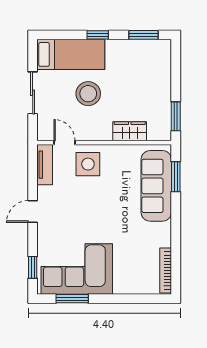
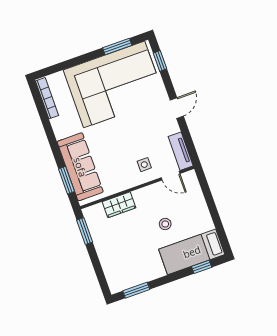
window: (98, 35) -> (202, 267), moved
sliding door: (33, 93) -> (212, 208), removed
stool: (88, 94) -> (165, 224), width x0.53, depth x0.53
side table: (88, 164) -> (144, 165), width x0.54, depth x0.54
corner sofa: (77, 269) -> (114, 84), width x1.36, depth x1.36

